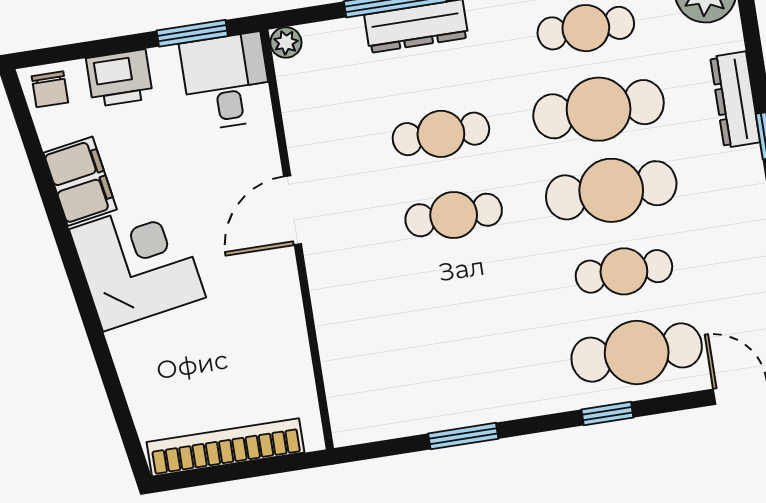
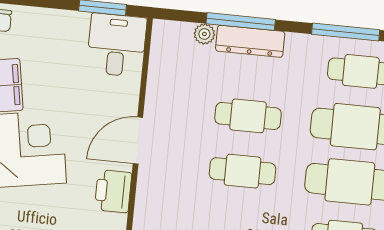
plant: (286, 42) -> (204, 34), moved
printer: (119, 78) -> (113, 191), moved, turned 90

